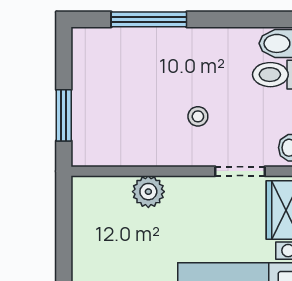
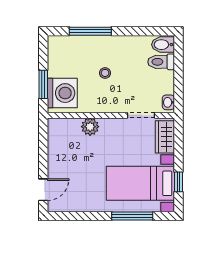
stool: (198, 116) -> (105, 73), moved
washing machine: (98, 131) -> (62, 93), added

